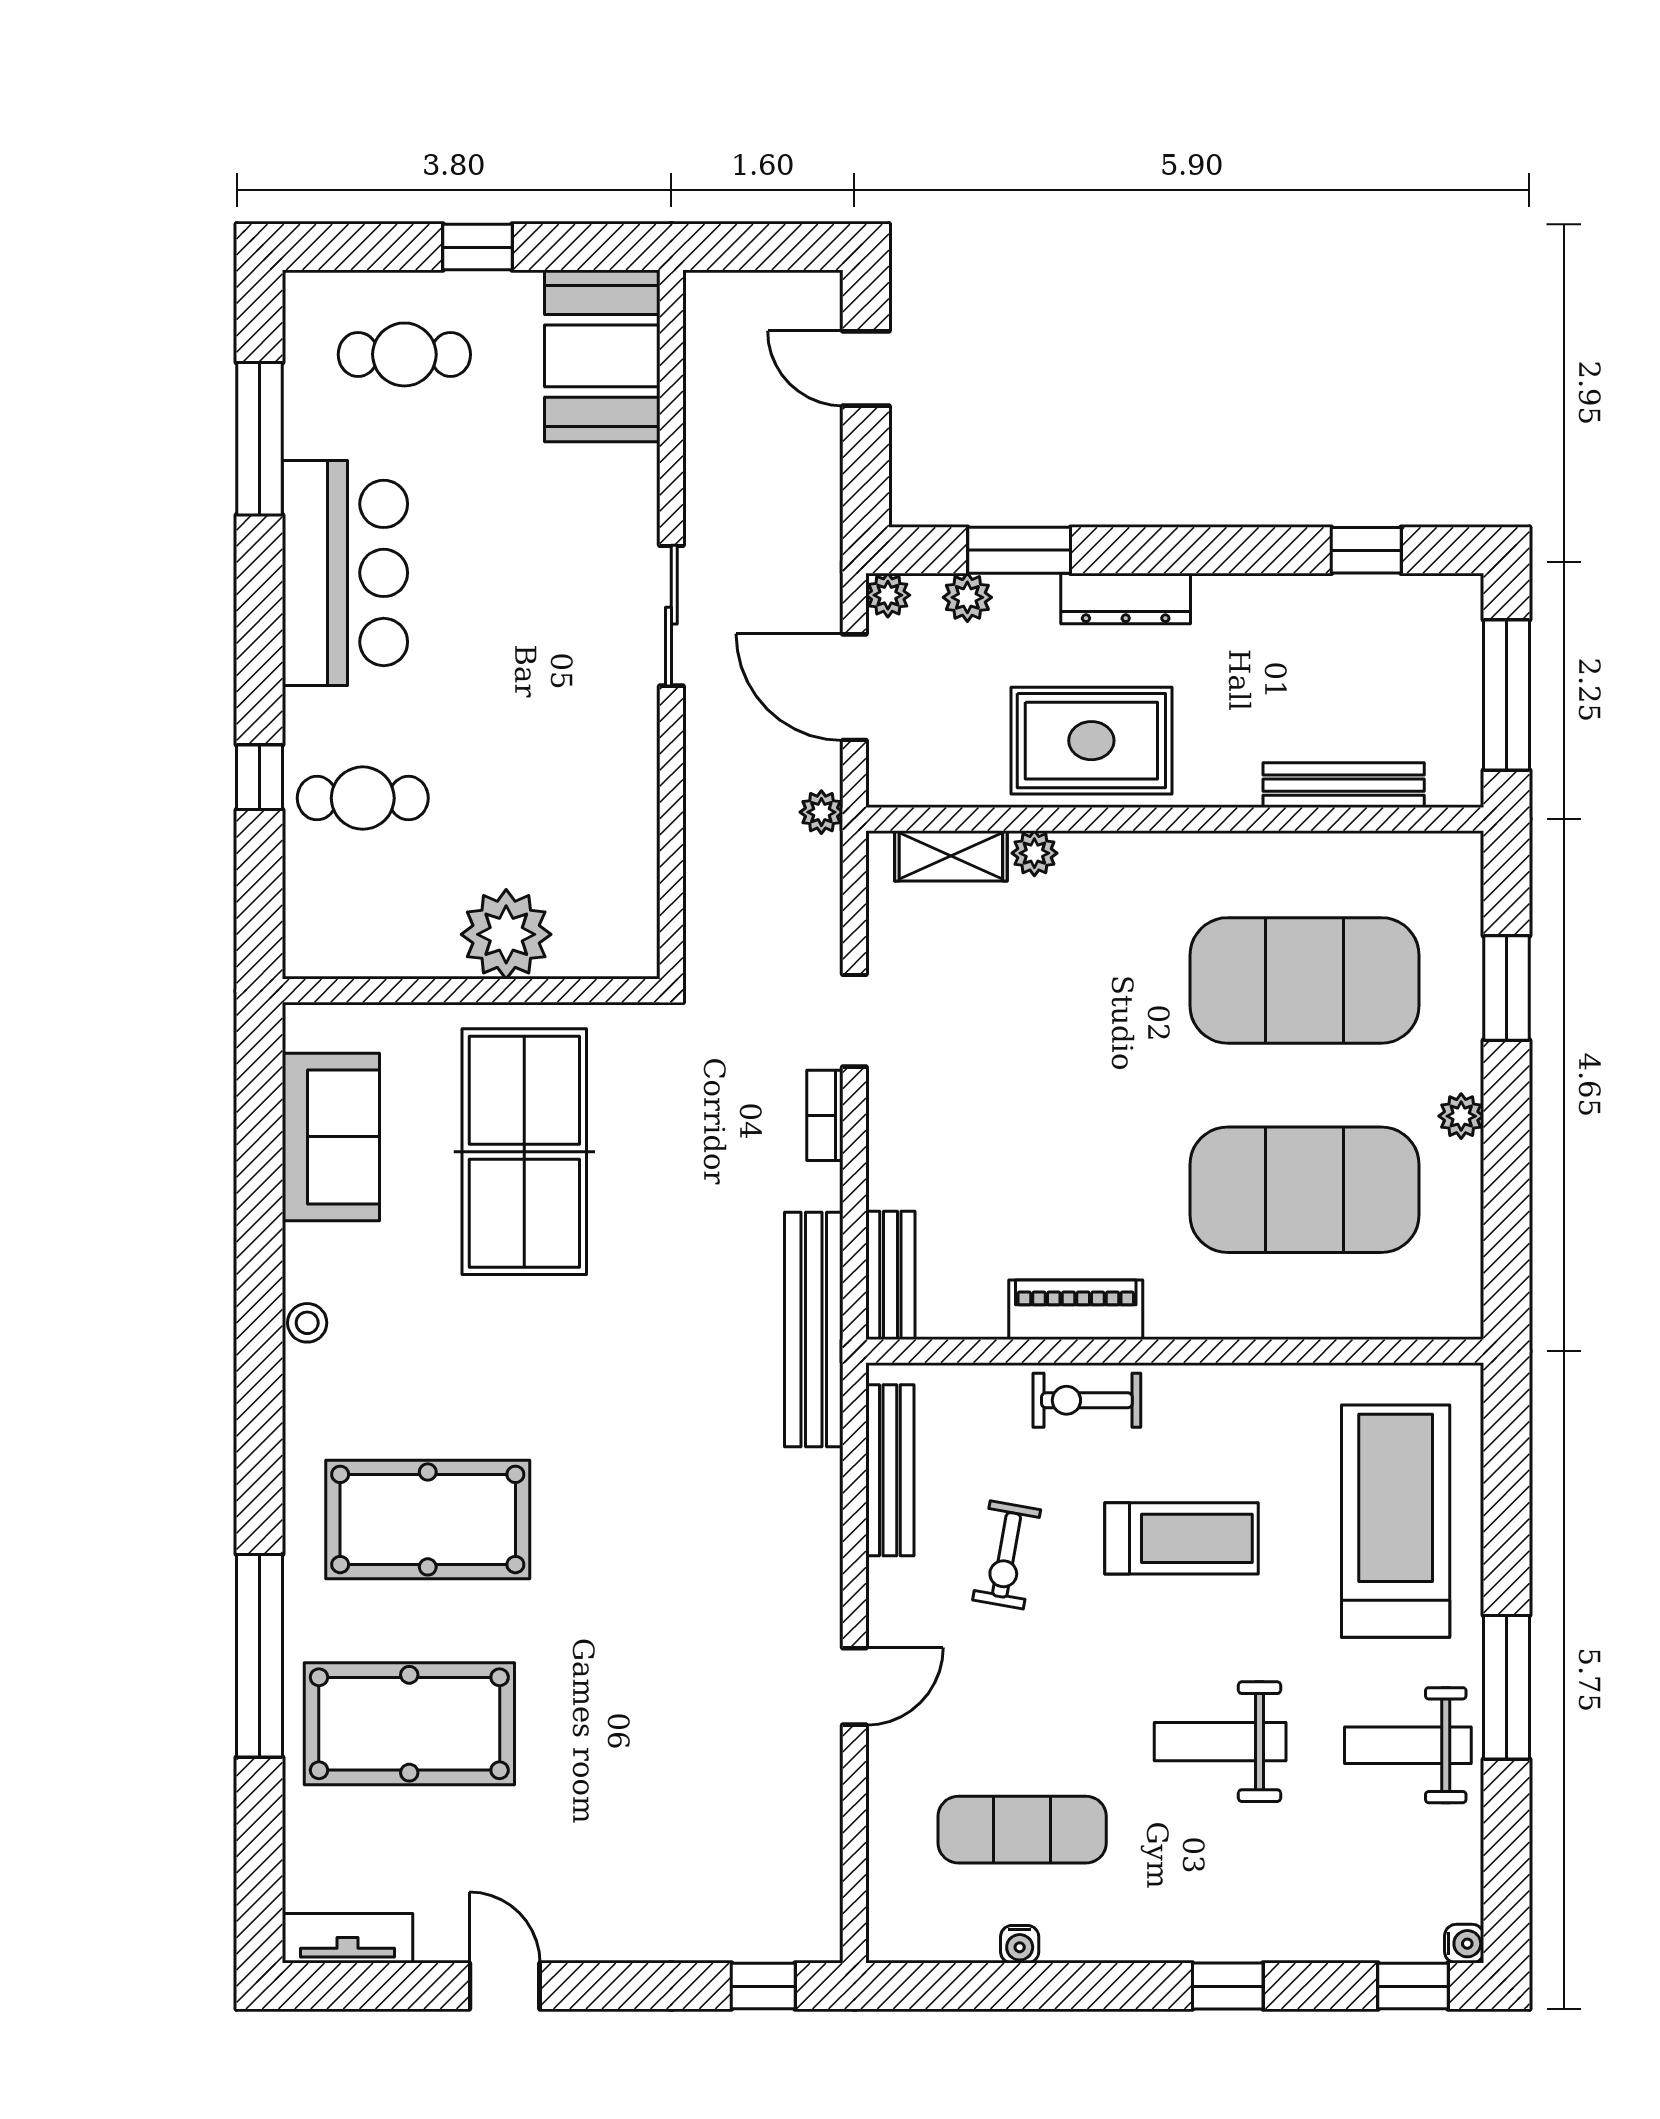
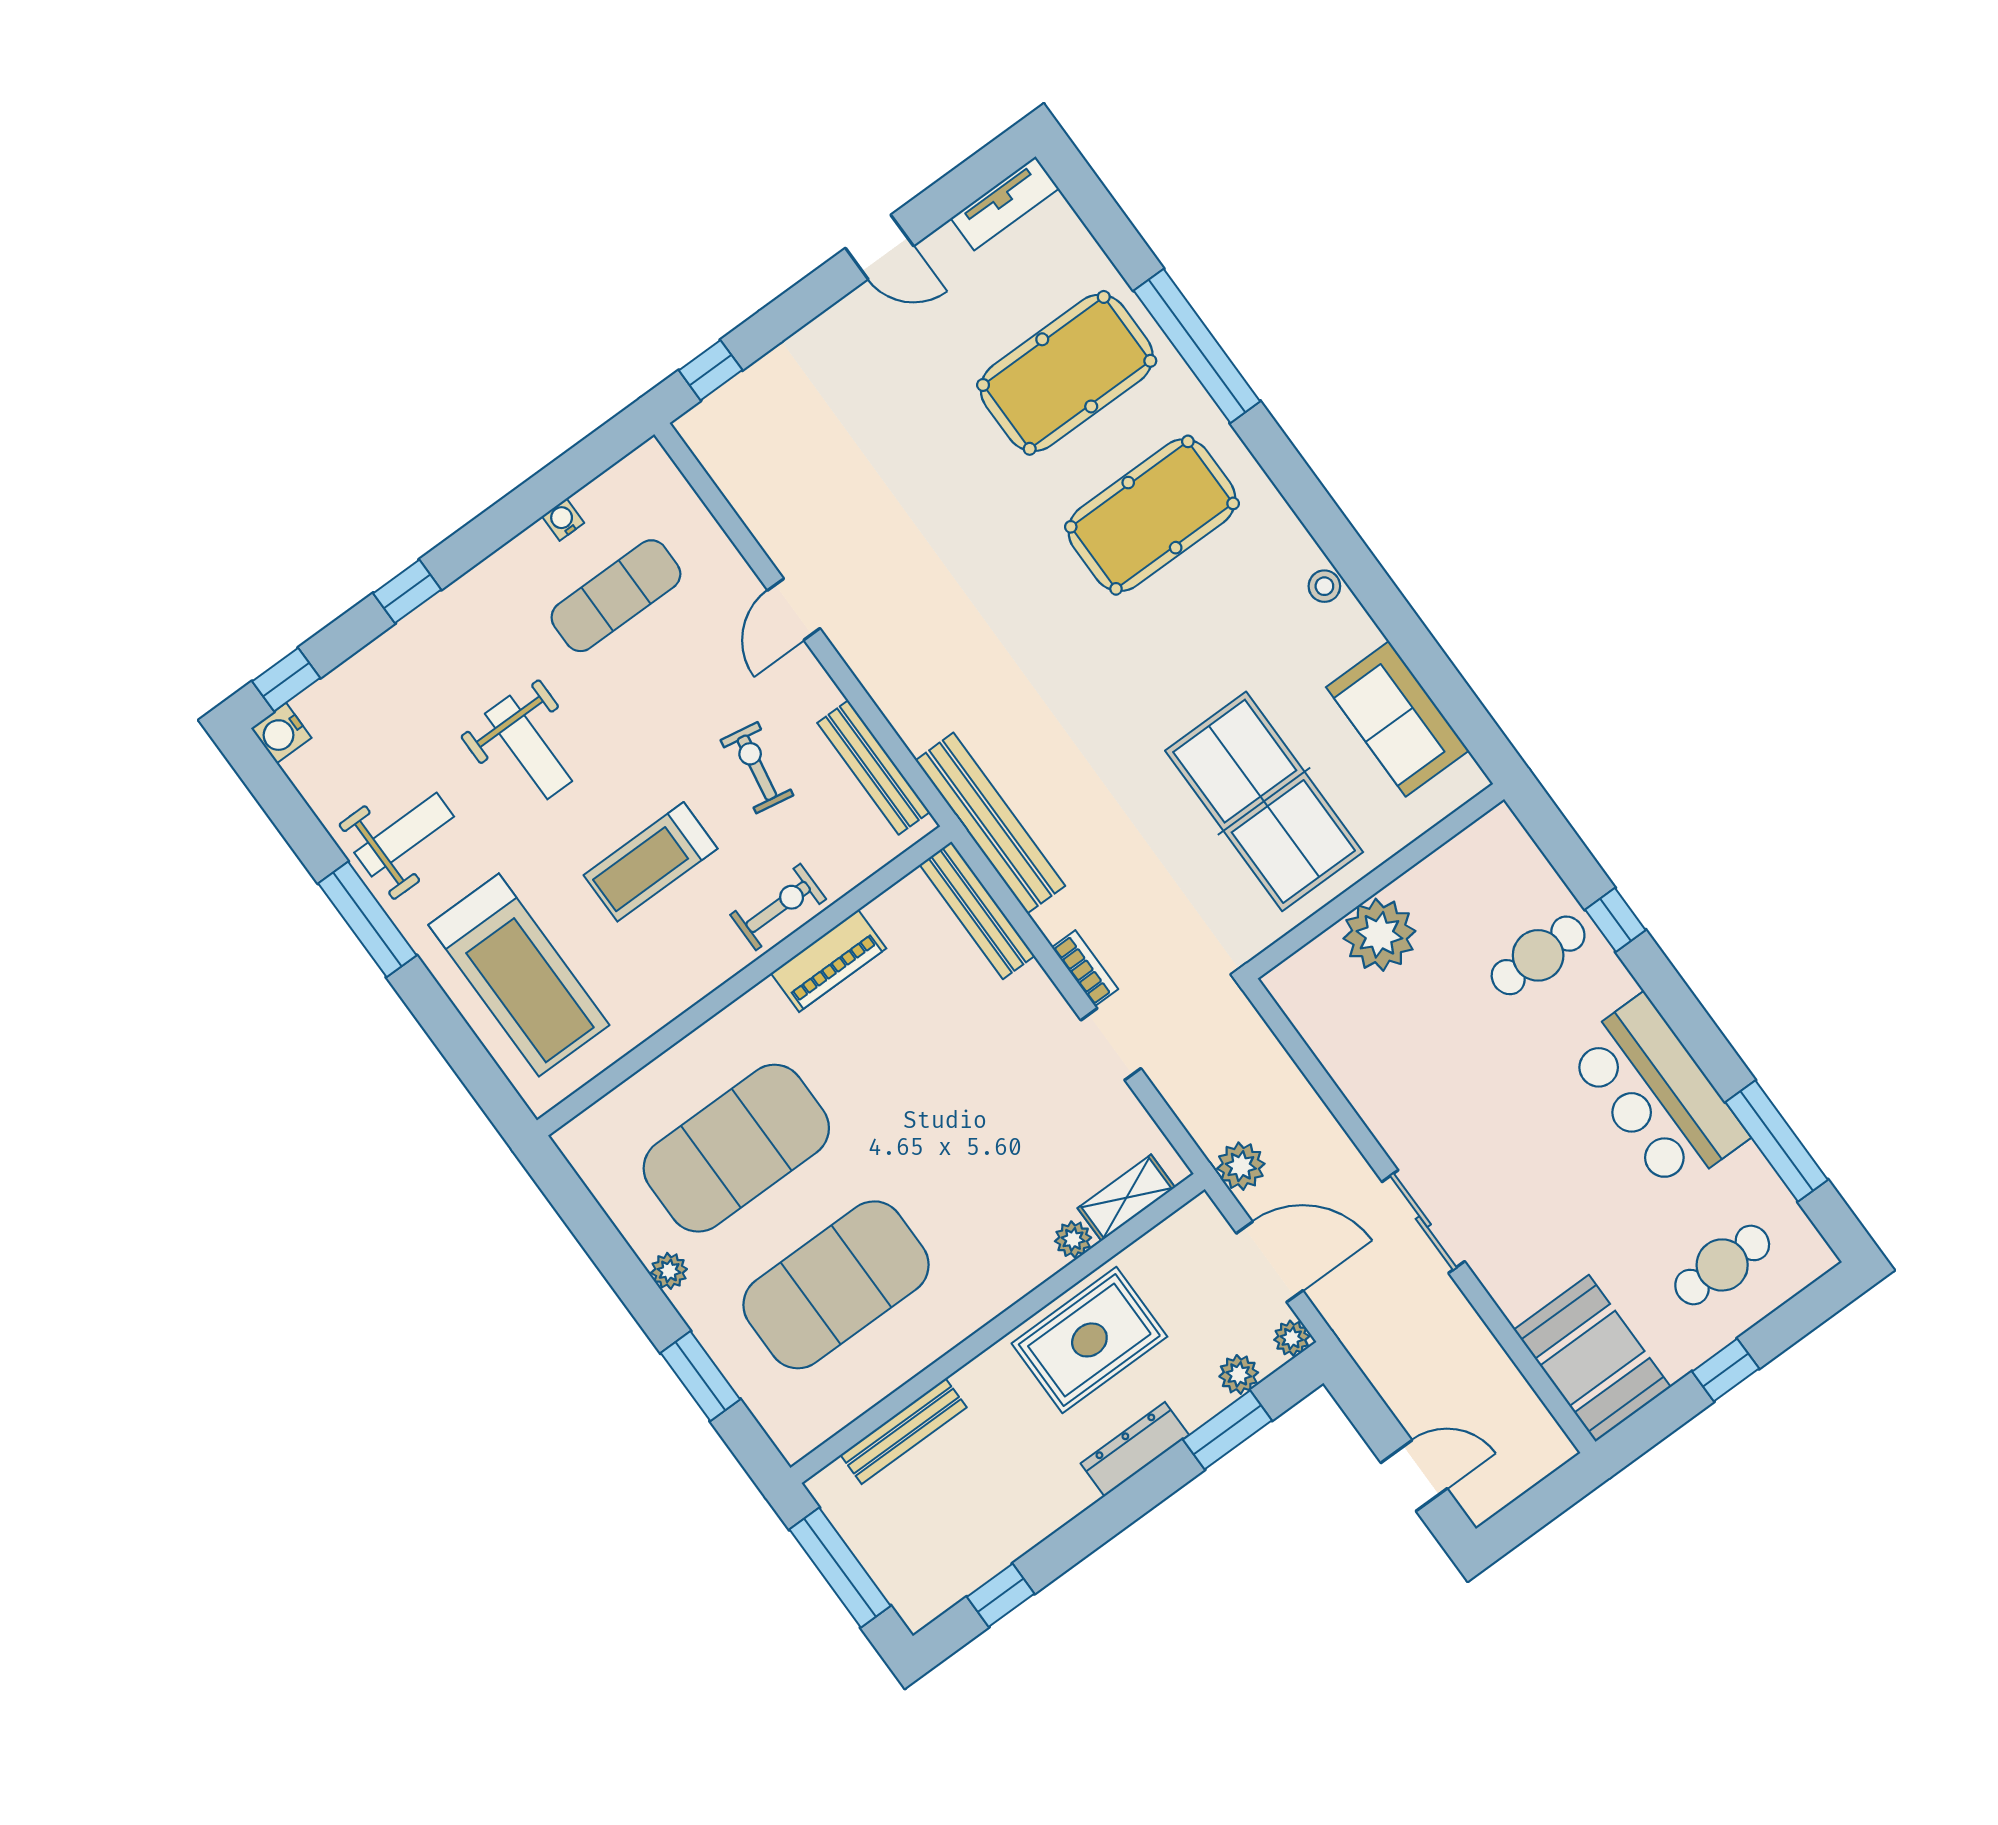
plant: (821, 812) -> (1241, 1166), width x1.38, depth x1.38
bench: (890, 1275) -> (977, 910), width x1.36
weight bench: (1220, 1742) -> (529, 747), turned 90
water cooler: (1464, 1944) -> (281, 733), width x1.38, depth x1.38

